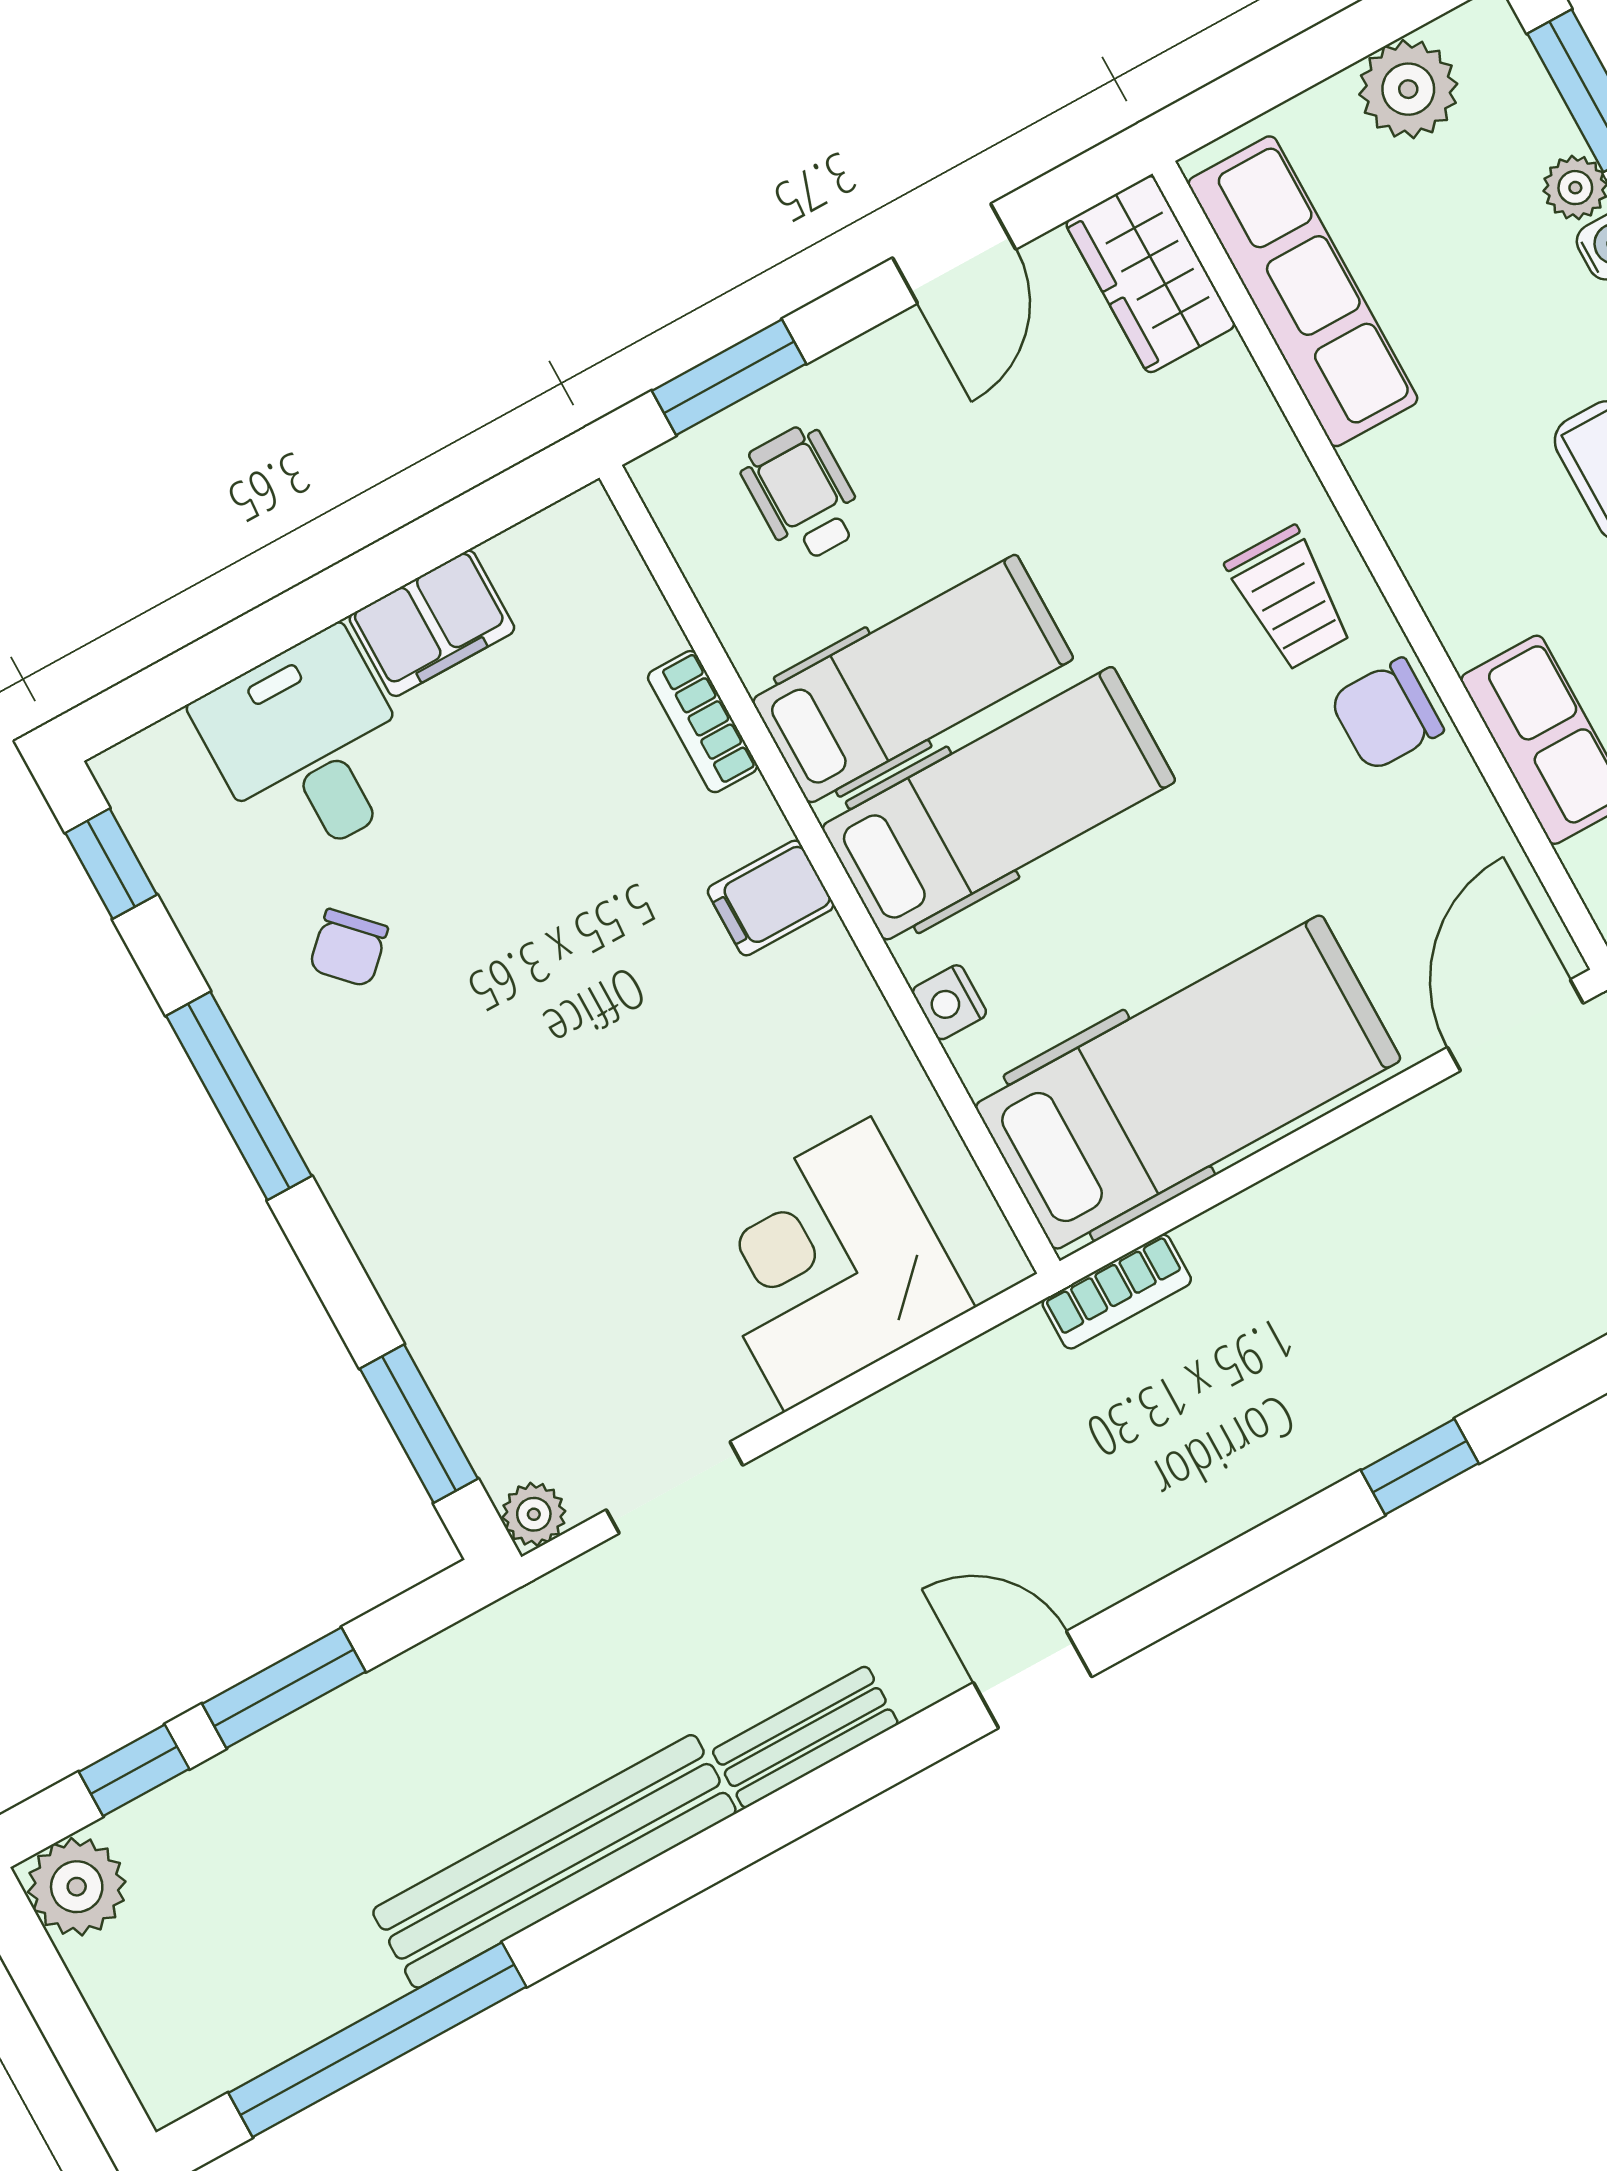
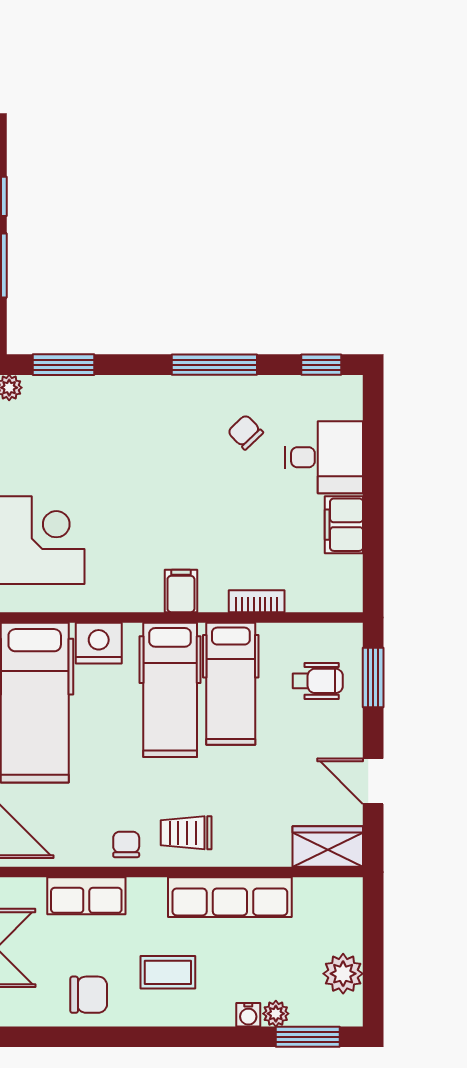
row of seats: (1303, 291) -> (230, 897), moved
chair: (1387, 714) -> (126, 844), width x0.73, depth x0.73
nightstand: (949, 1002) -> (99, 643), width x1.89, depth x1.79

